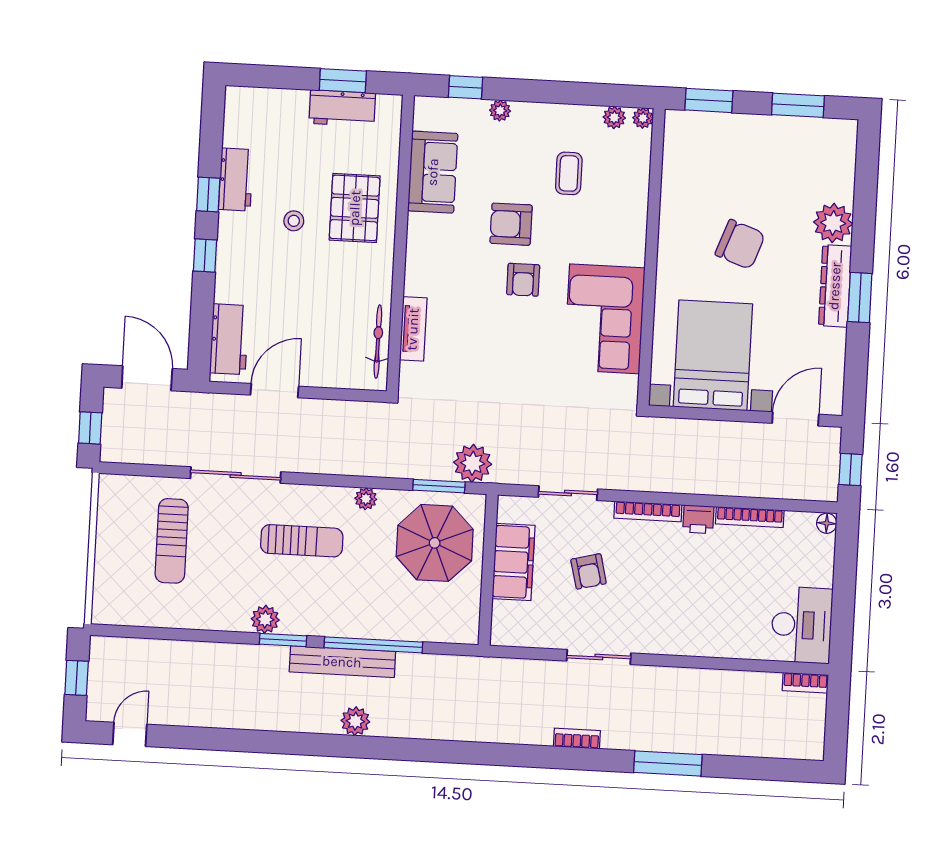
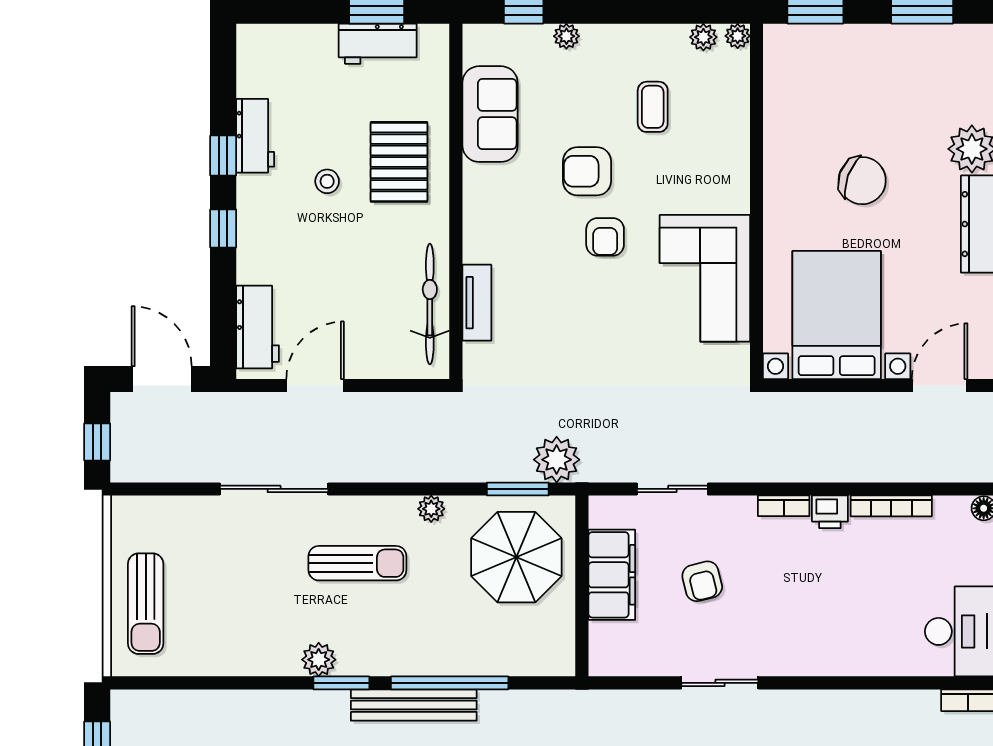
bicycle: (378, 342) -> (430, 304), width x1.37, depth x1.40
bookcase: (648, 511) -> (784, 506), width x0.64
sun lounger: (172, 541) -> (146, 604), moved

